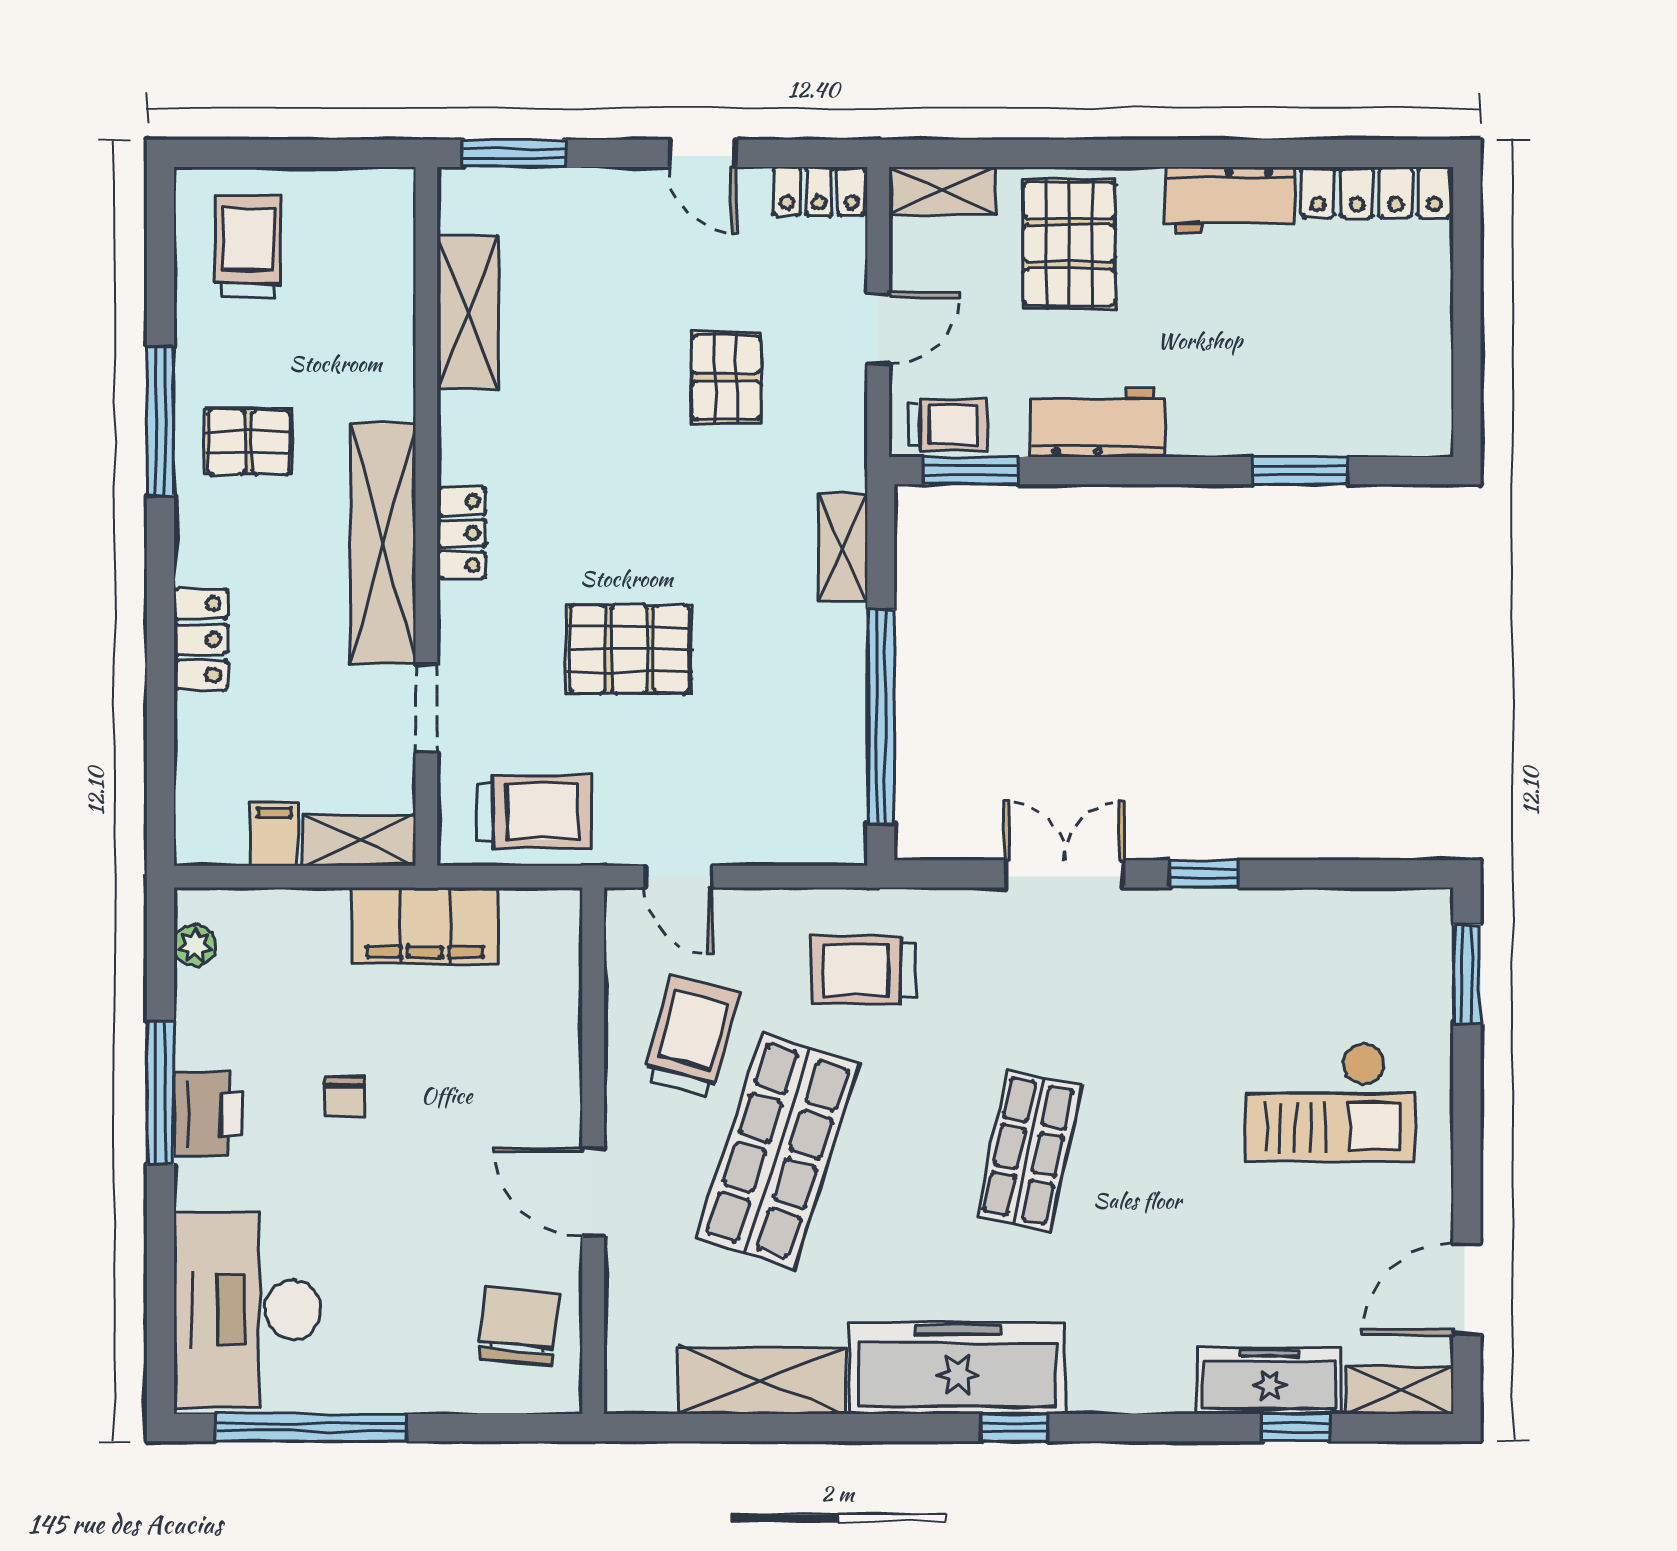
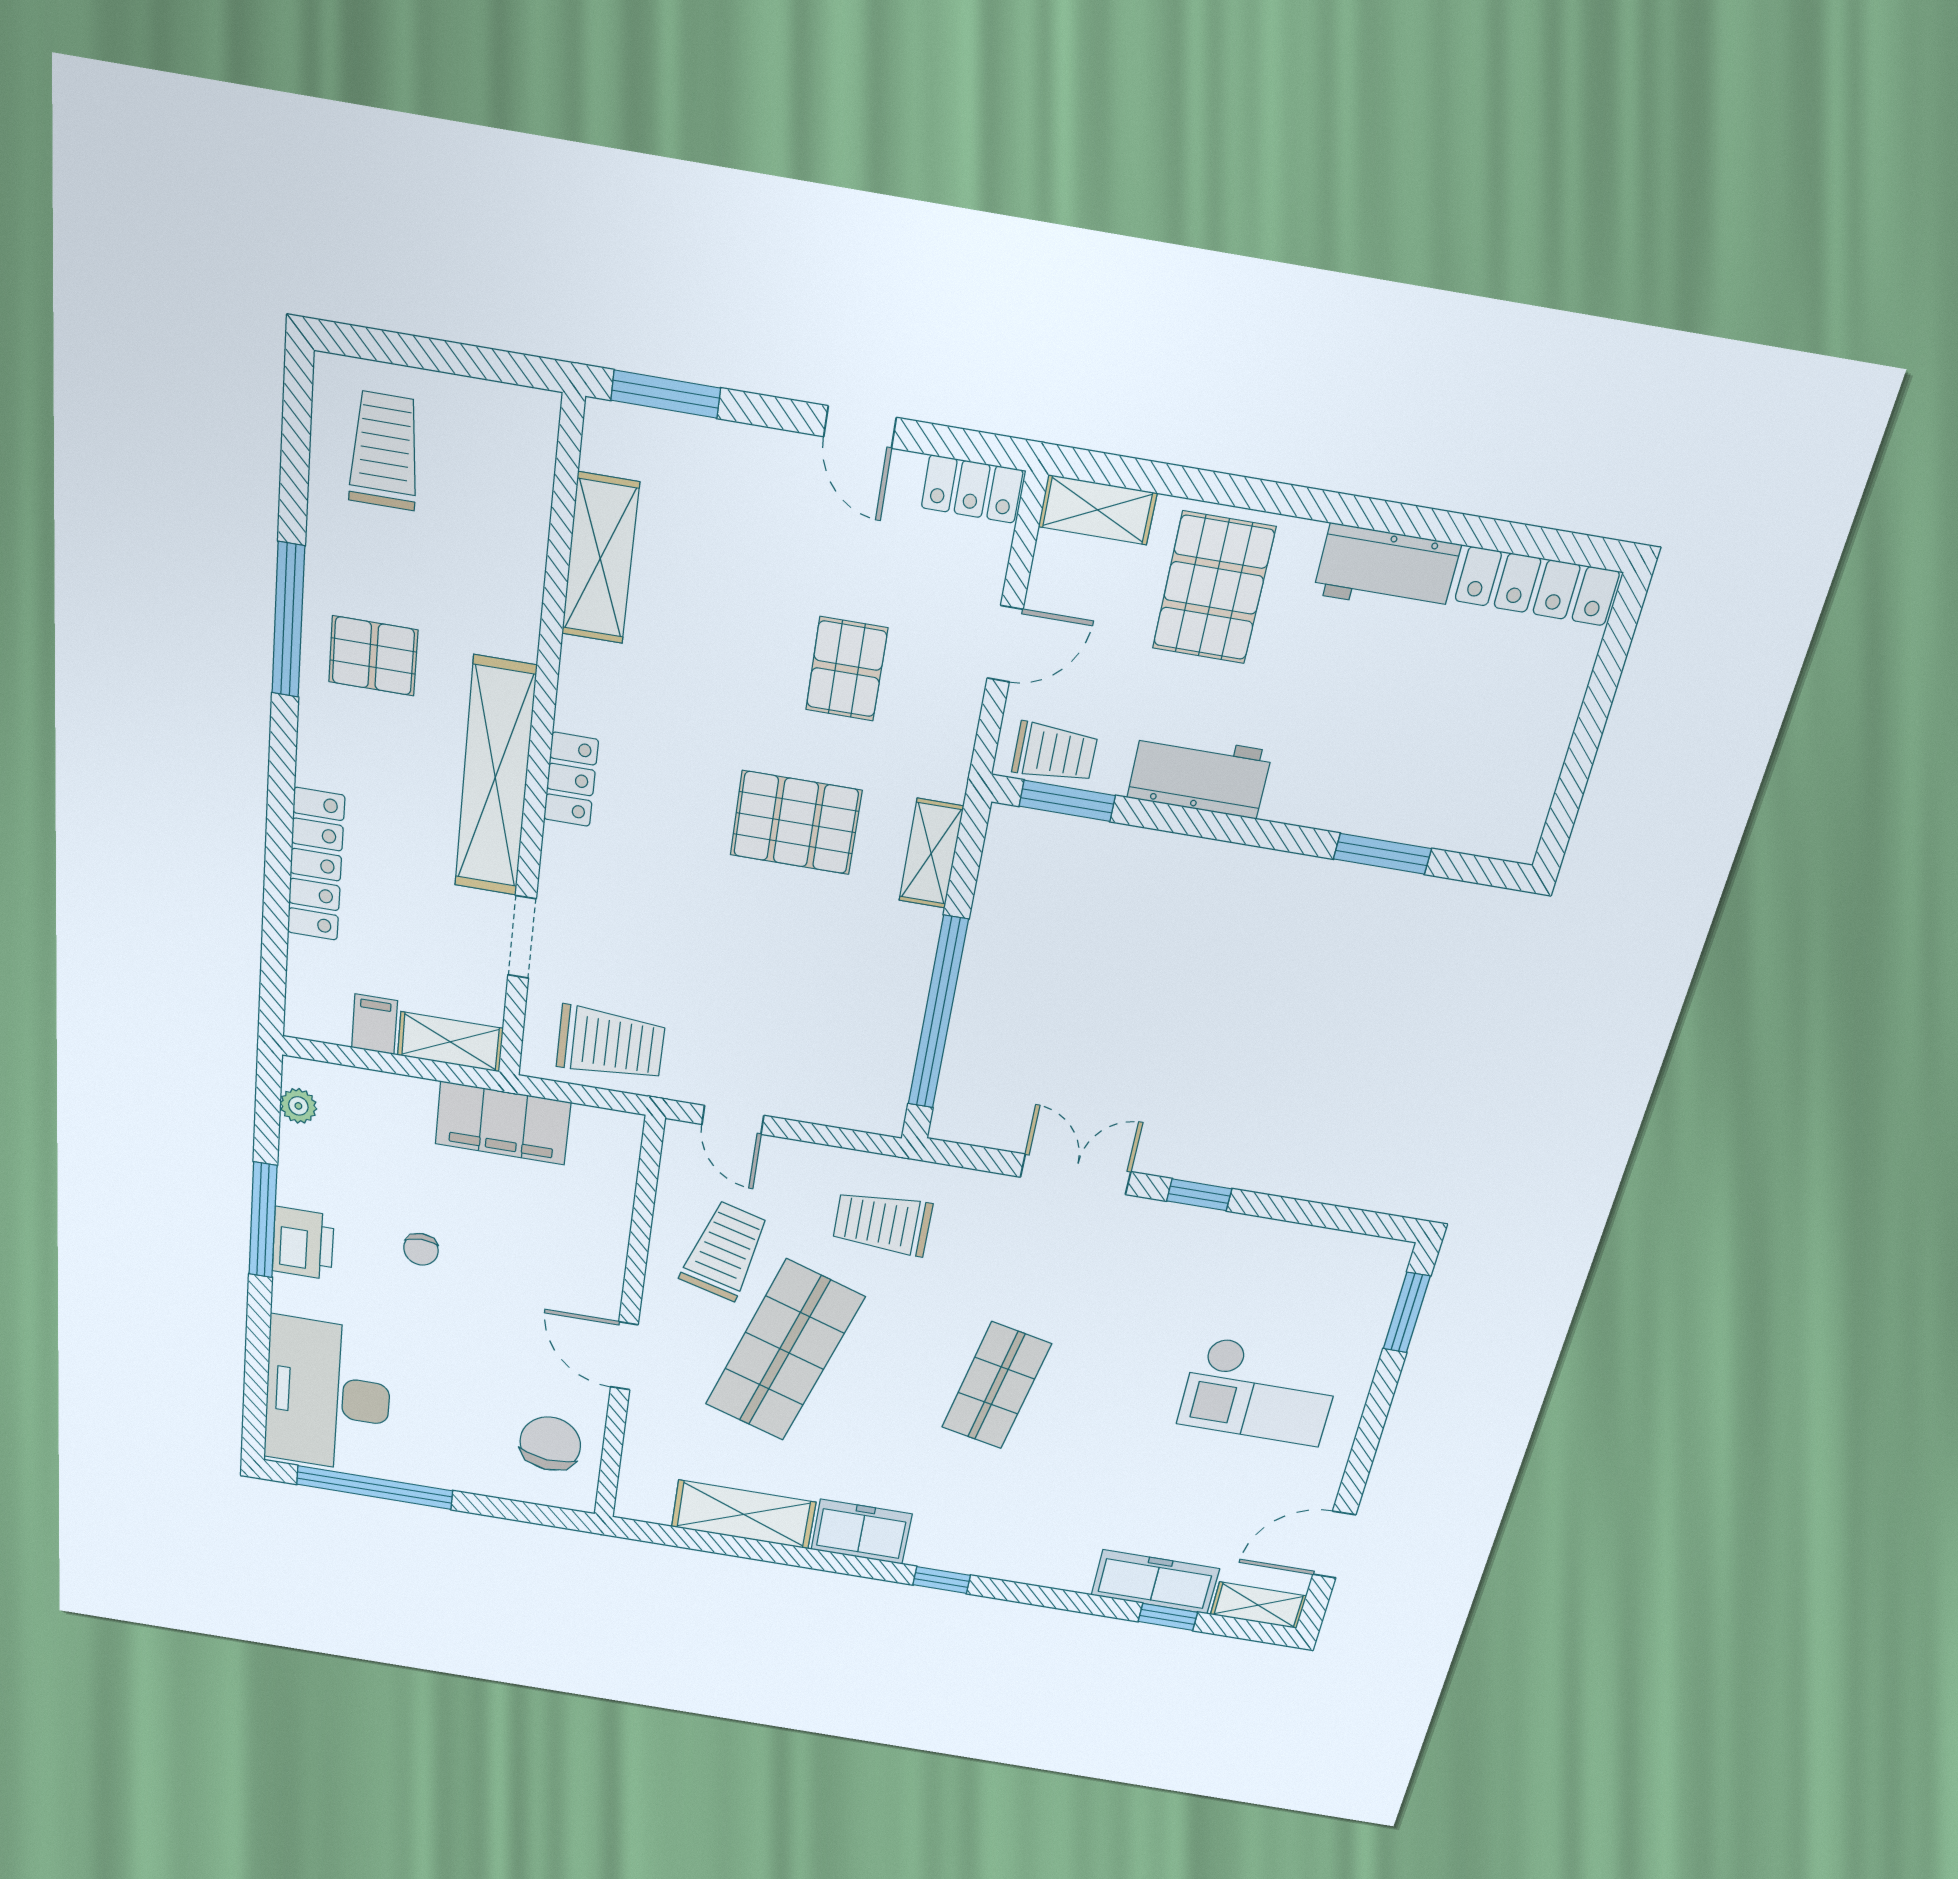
locker: (201, 639) -> (316, 865), width x1.53
pallet: (629, 649) -> (796, 823), moved
freezer: (958, 1368) -> (861, 1532), width x0.52, depth x0.79

